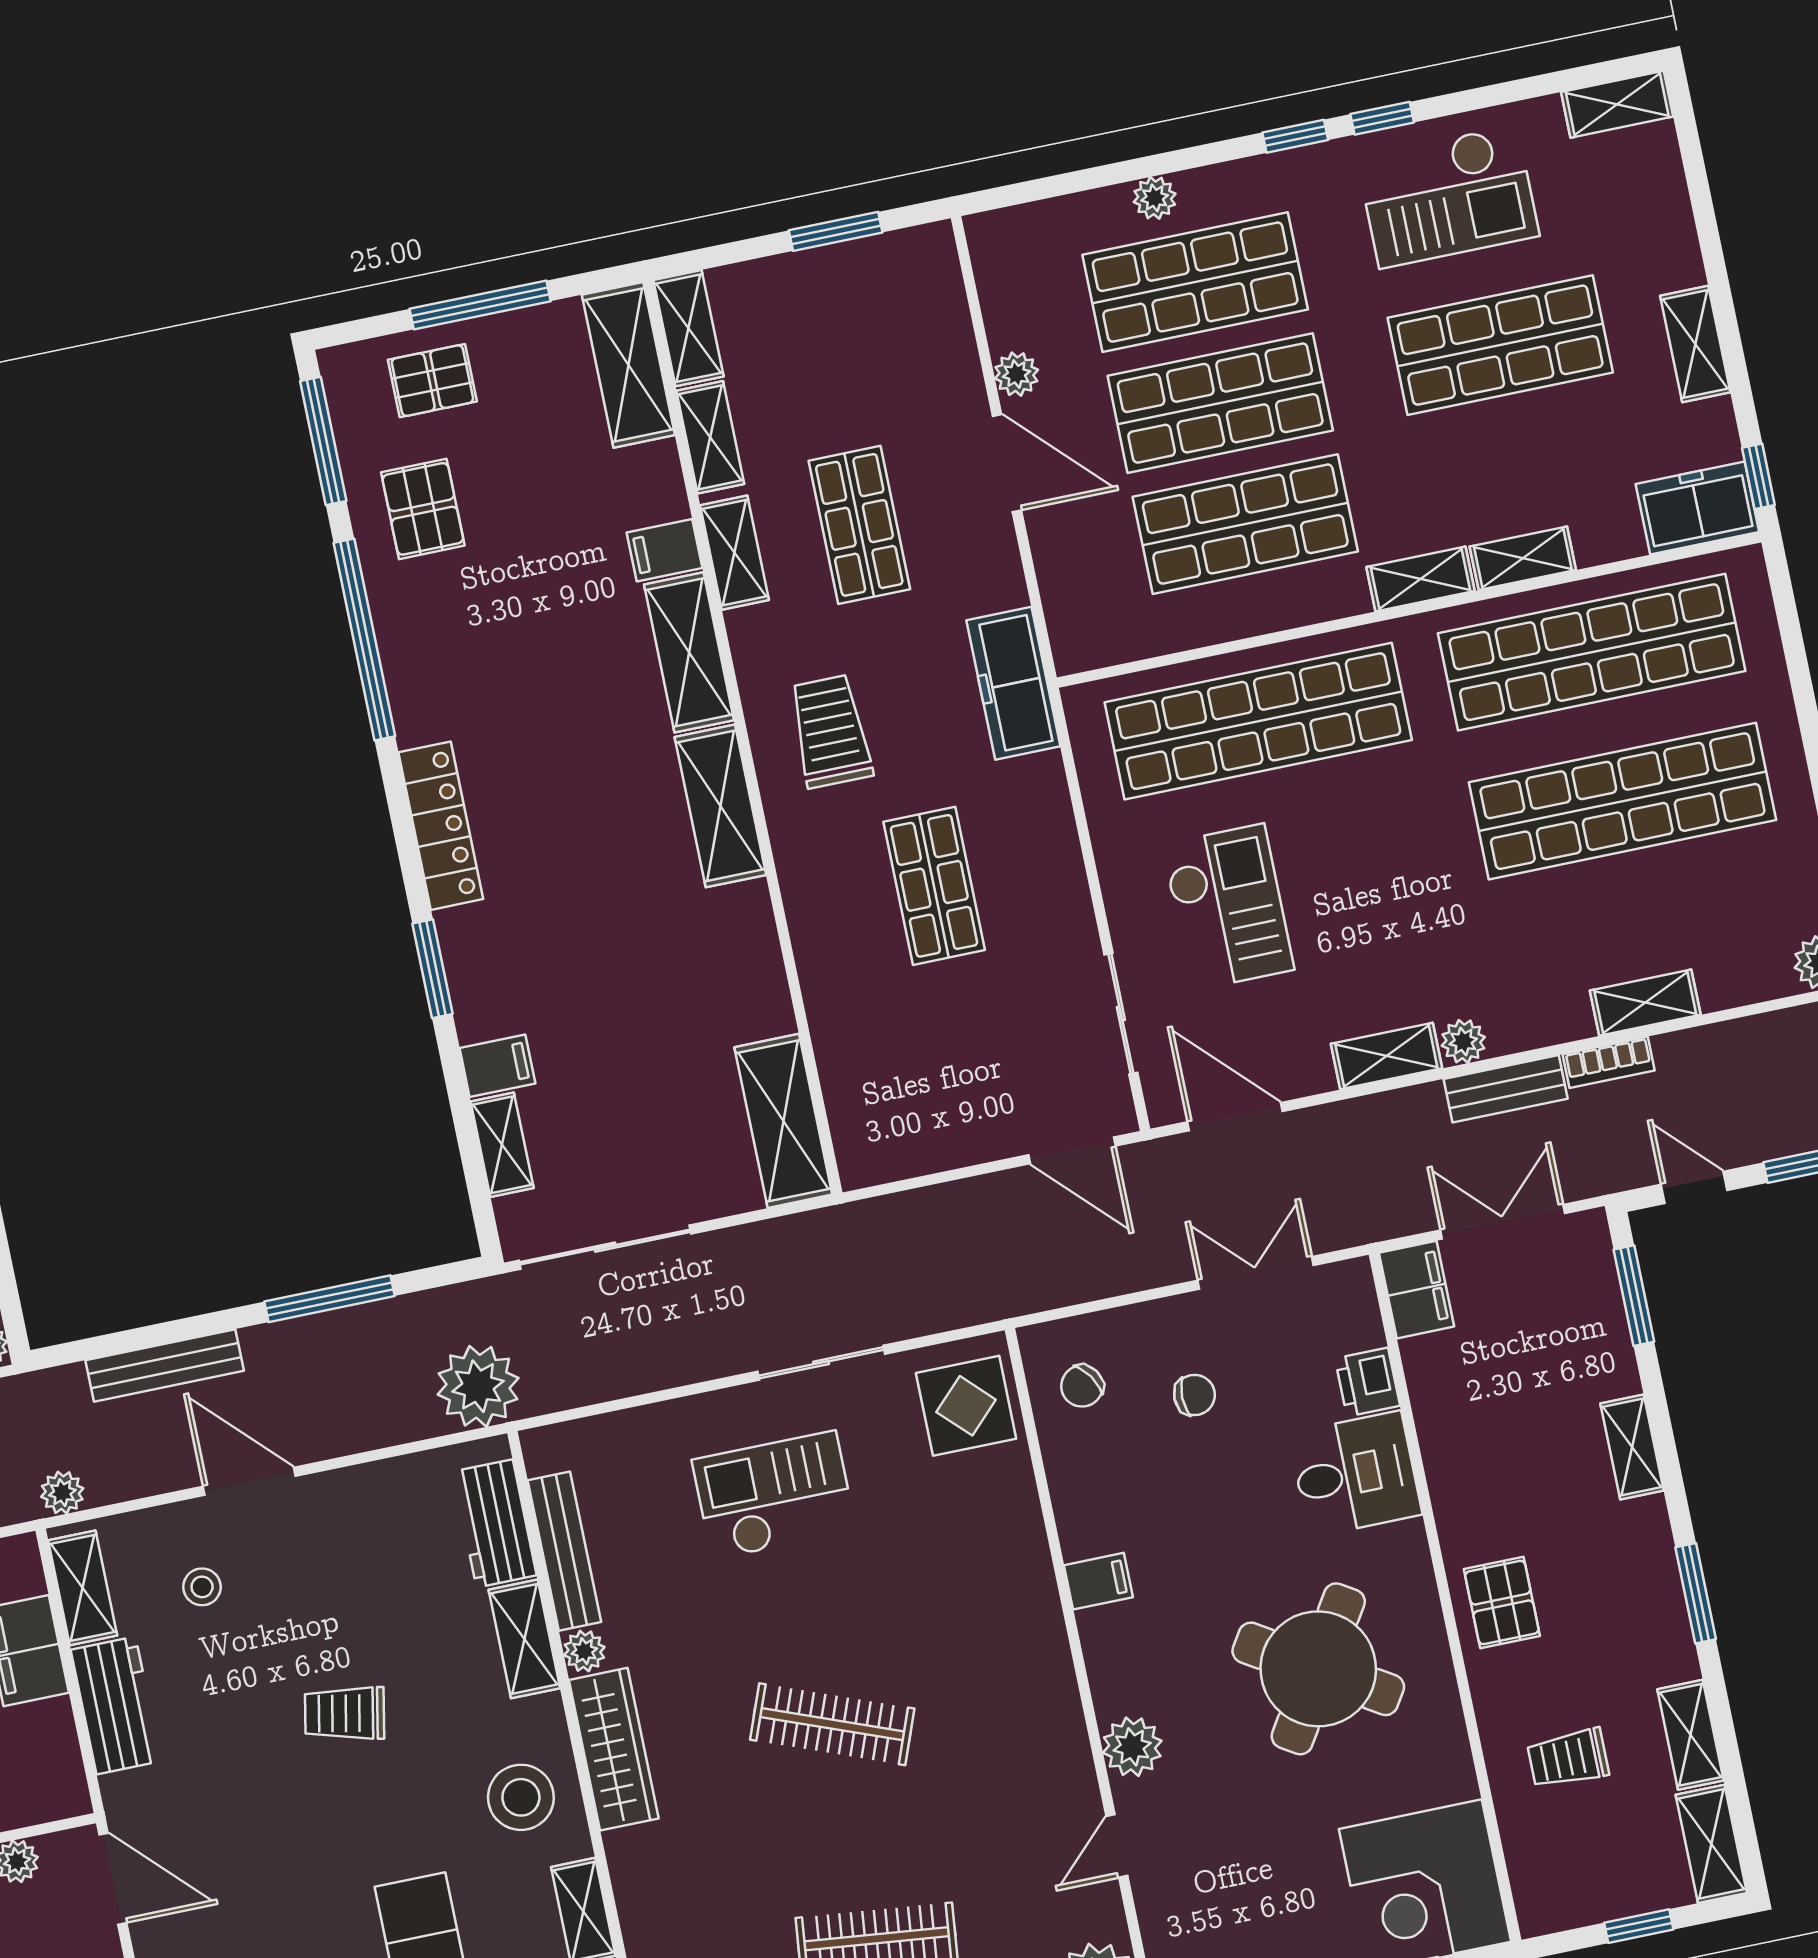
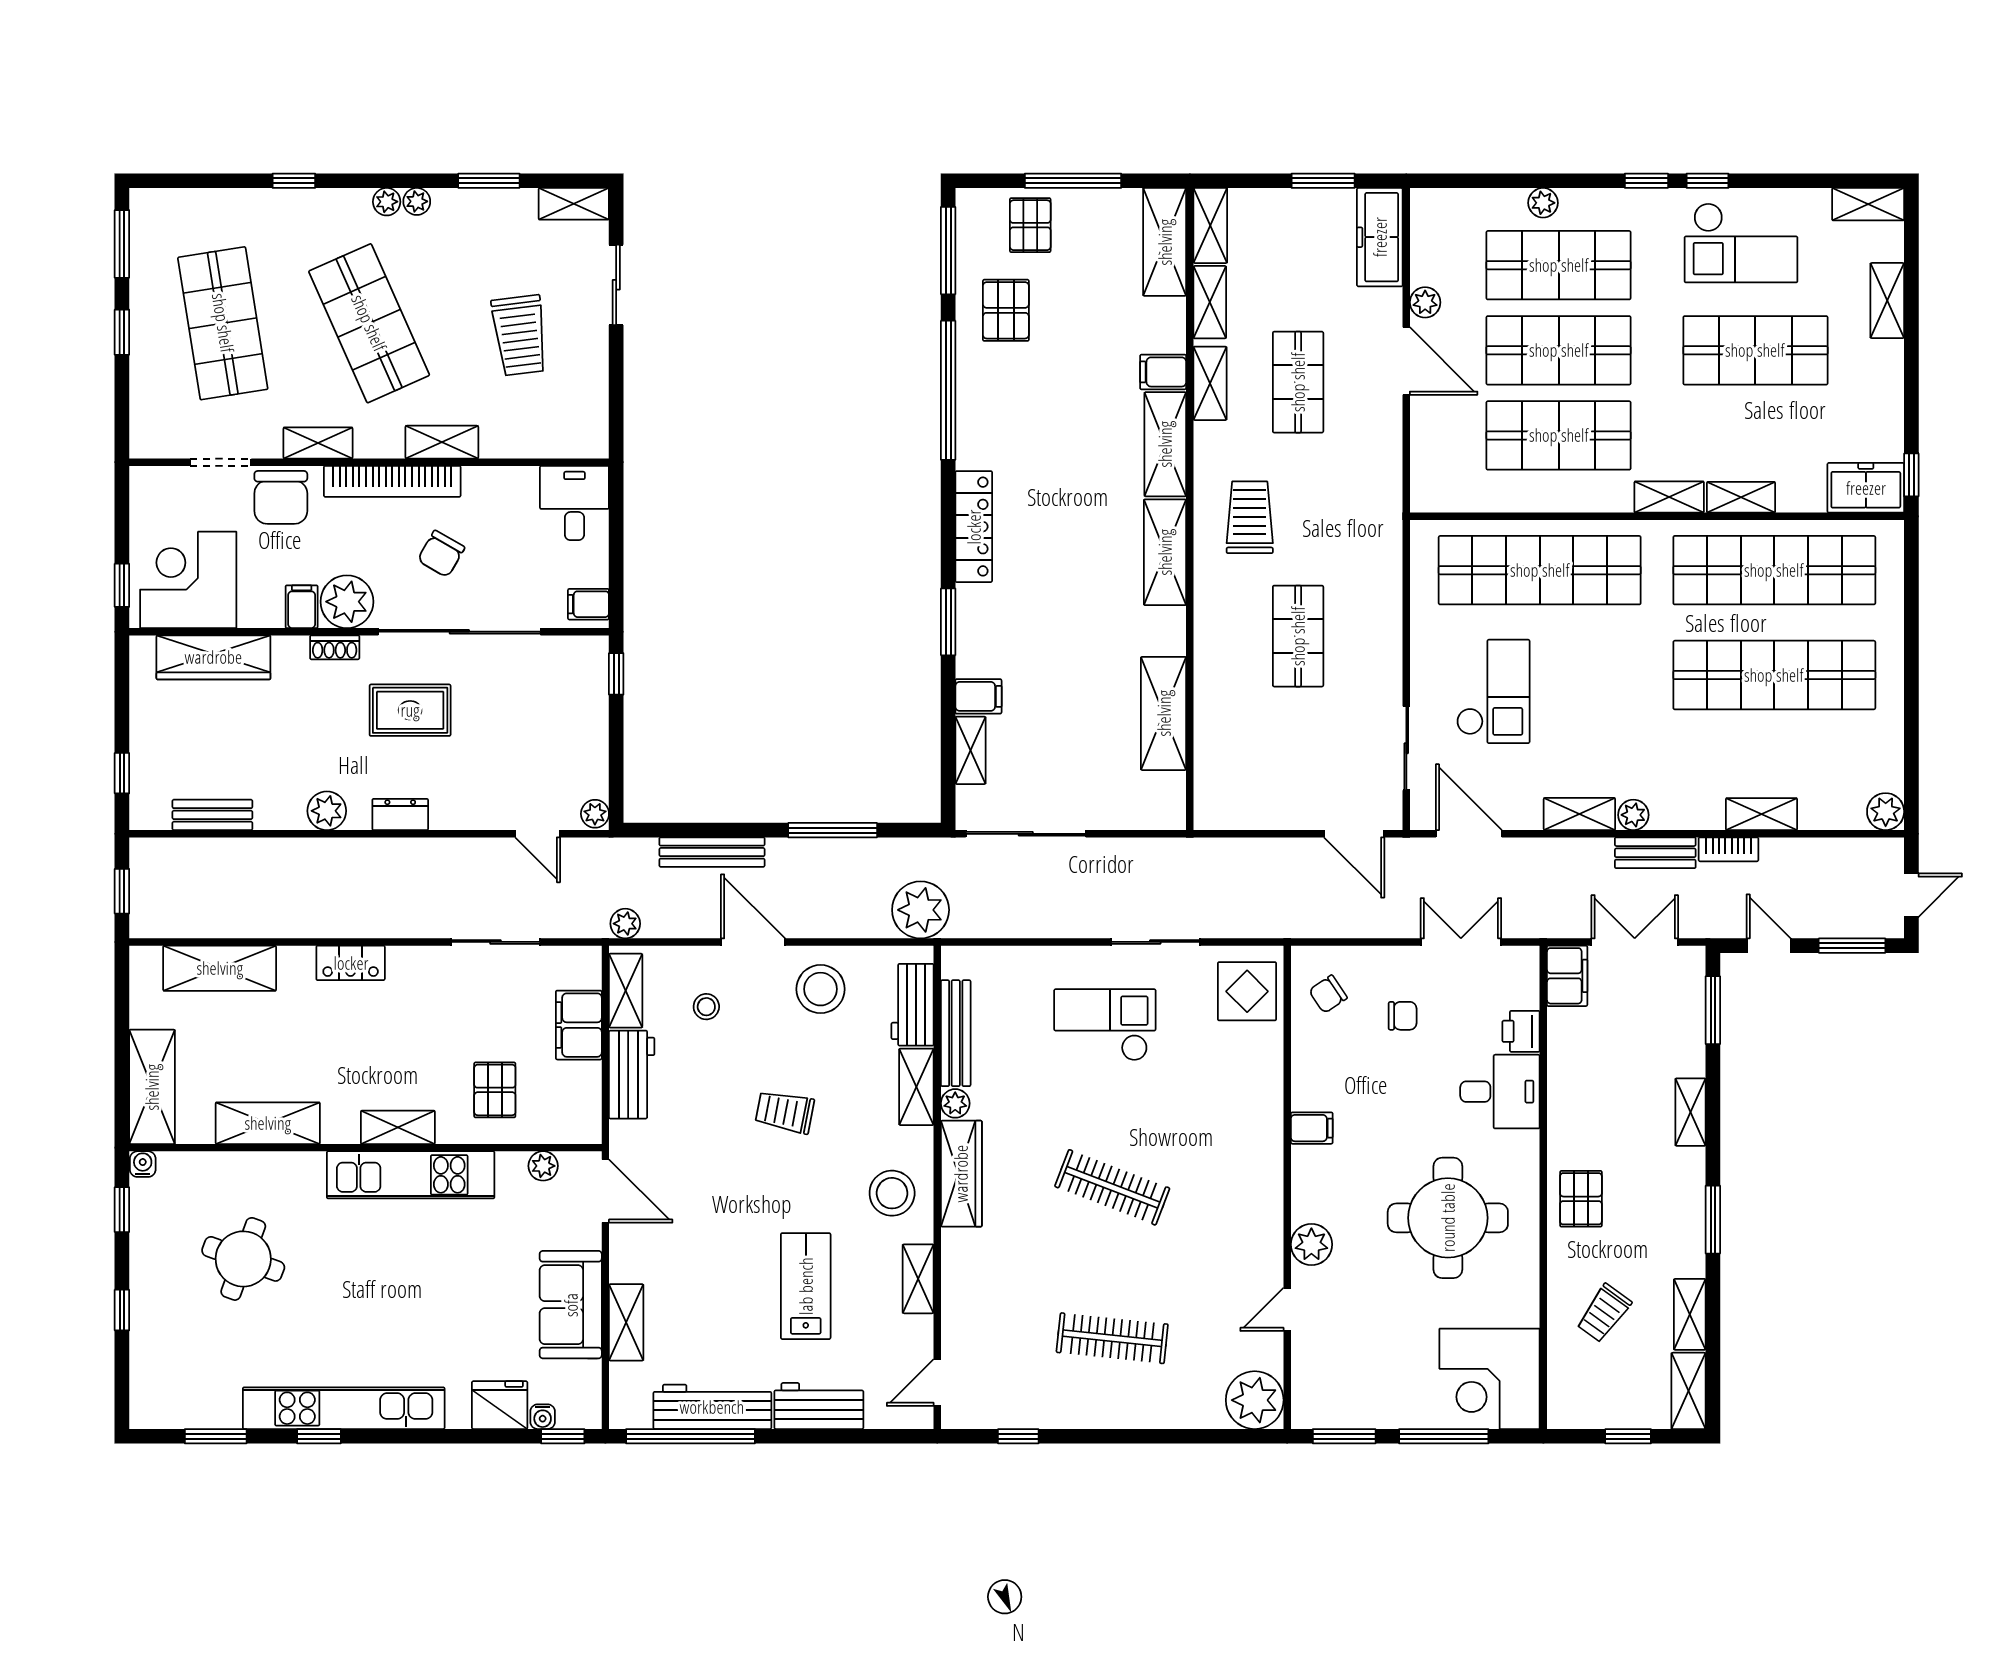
shelving: (1695, 344) -> (1887, 301), moved
pallet: (432, 381) -> (1030, 225), turned 90
freezer: (1013, 683) -> (1380, 237), moved
shelving: (783, 1121) -> (1164, 713), moved
stool: (359, 1528) -> (821, 989), added
round table: (1318, 1669) -> (1448, 1218), turned -32
trolley: (1568, 1758) -> (1604, 1313), turned -54

